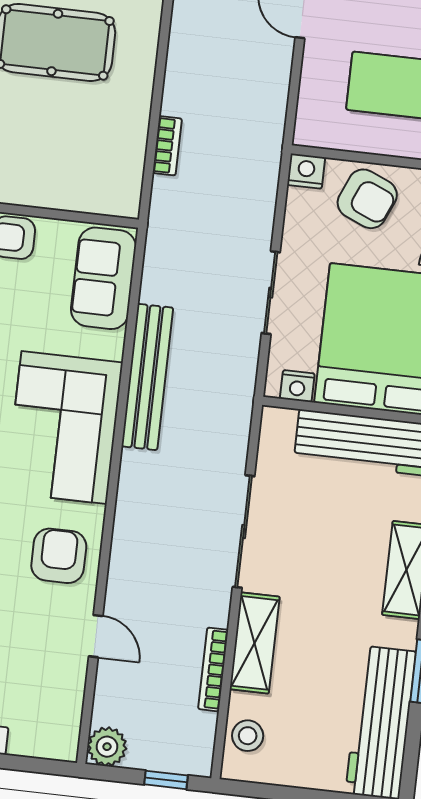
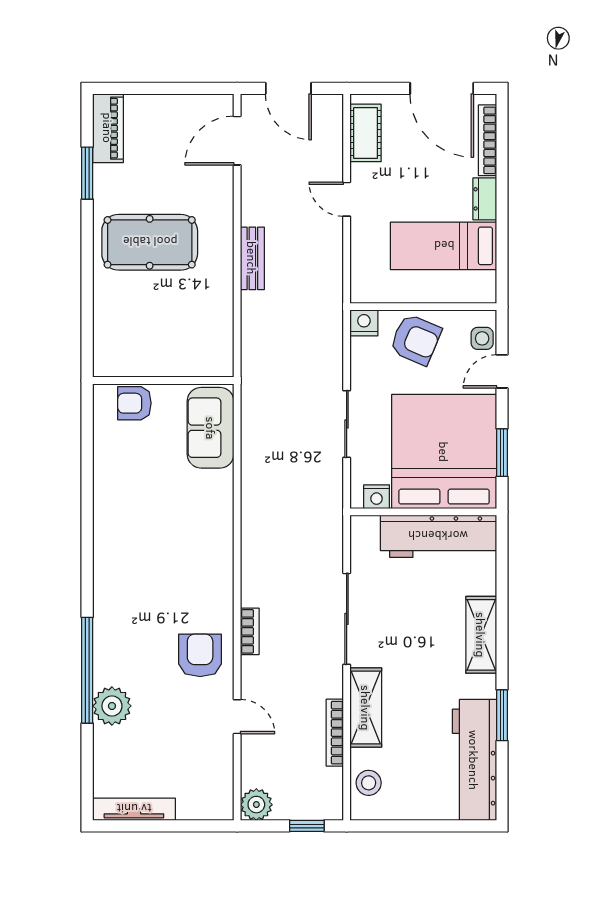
bookcase: (167, 146) -> (250, 631), moved
bench: (147, 377) -> (252, 258), moved, width x0.54, depth x0.82
corner sofa: (64, 428) -> (193, 551), removed

